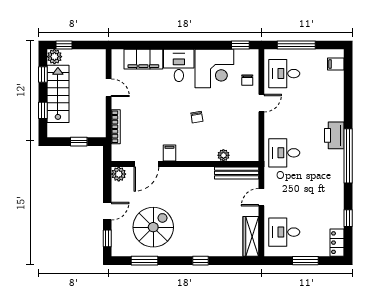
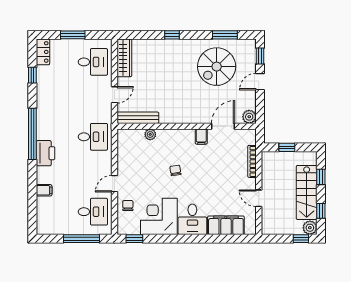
filing cabinet: (336, 64) -> (44, 190), moved

